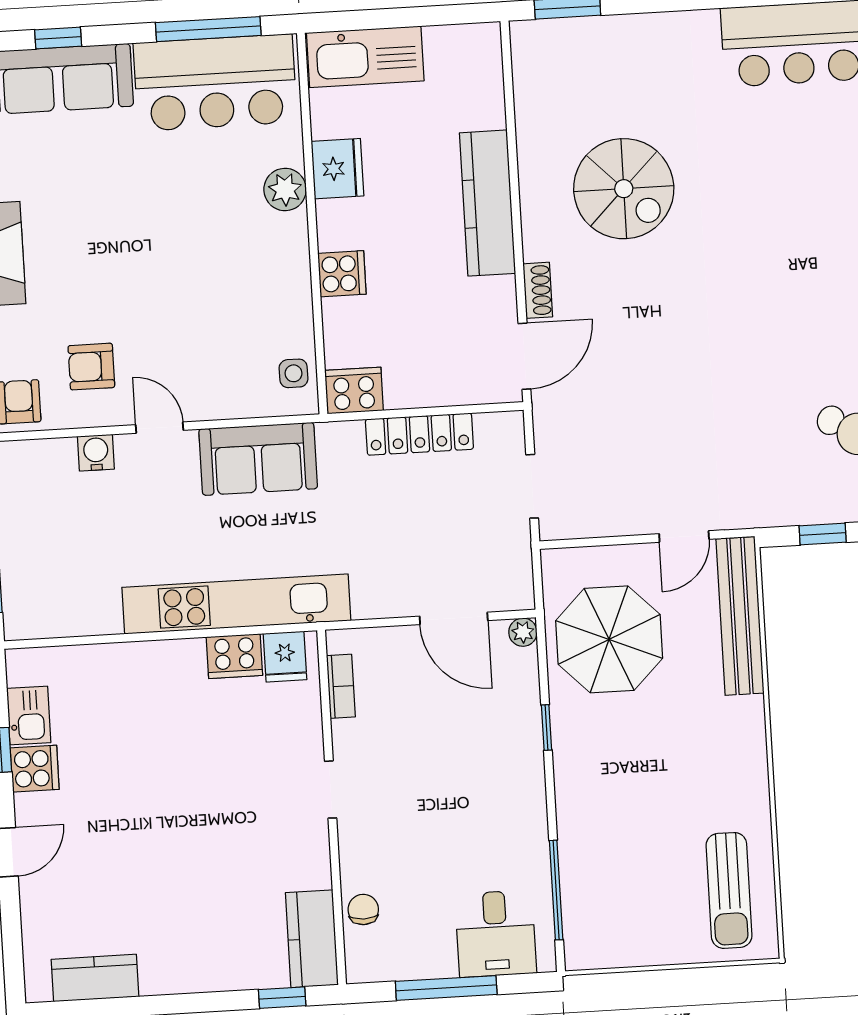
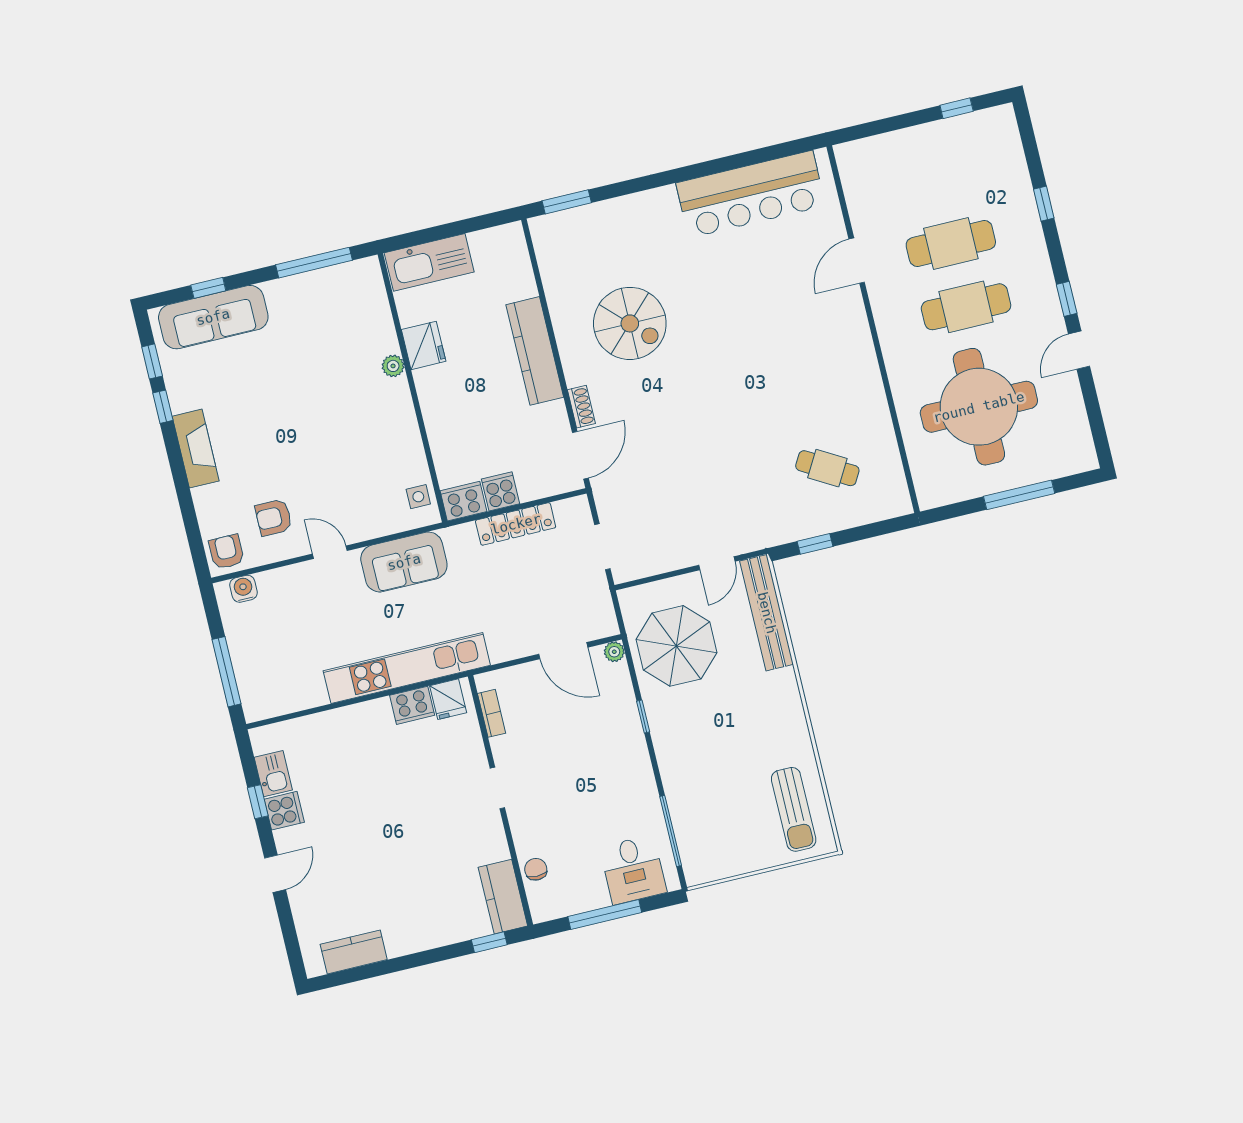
bar counter: (215, 82) -> (326, 300), removed
plant: (285, 189) -> (393, 366), width x0.73, depth x0.73
cooker: (342, 274) -> (500, 491), moved, turned -90
water cooler: (96, 453) -> (243, 589), moved

